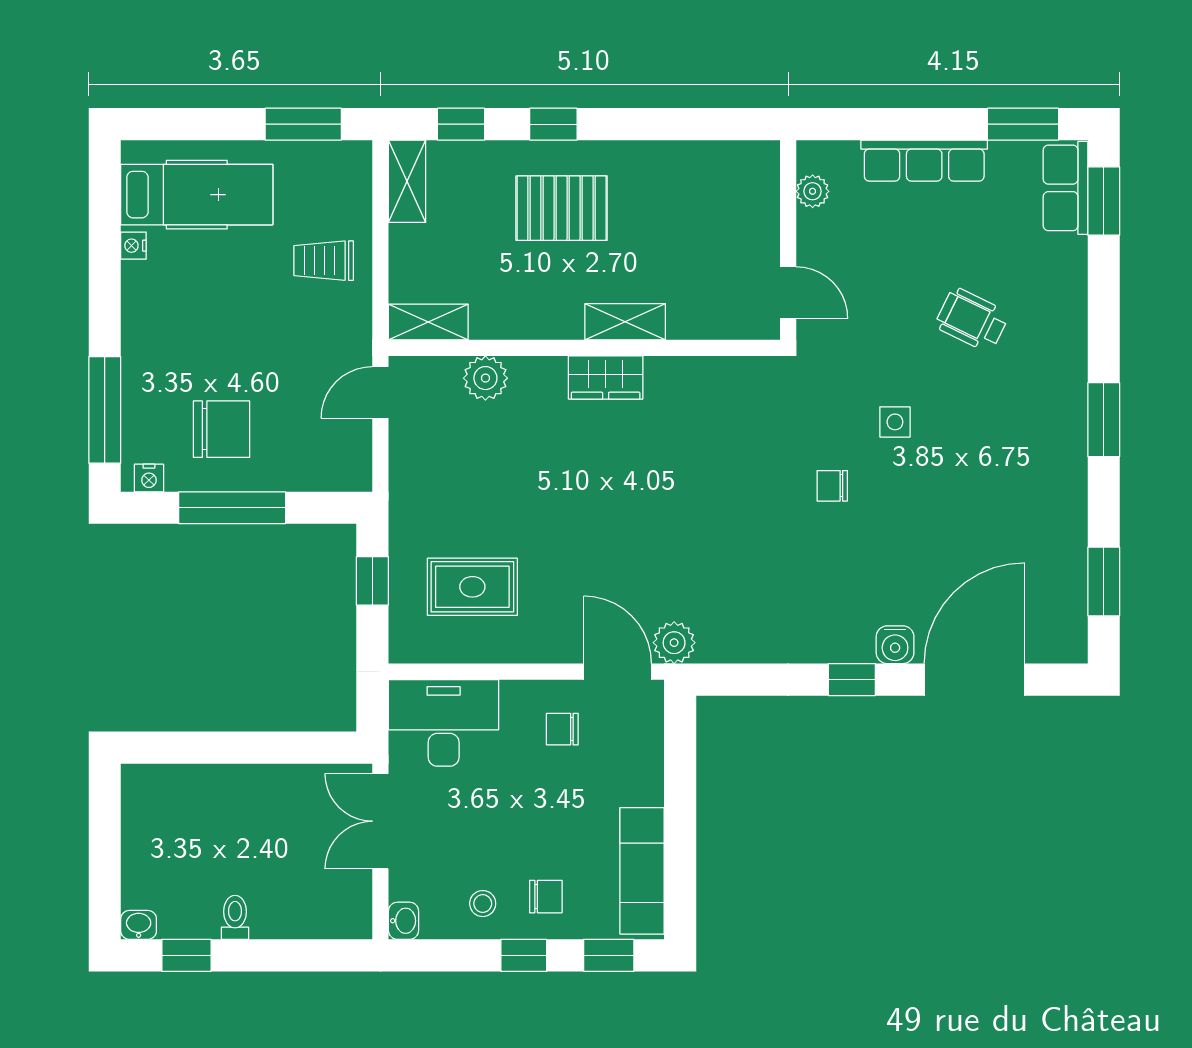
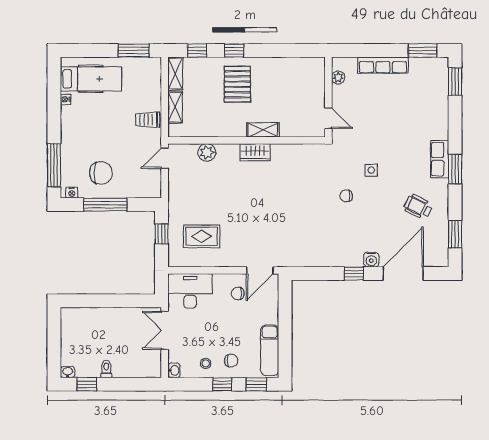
row of seats: (1066, 188) -> (440, 159), moved
pallet: (562, 208) -> (237, 84), turned 90
trolley: (324, 261) -> (148, 120), moved
wheelchair: (972, 320) -> (418, 207), moved
shelving: (428, 322) -> (175, 107), moved, turned 90
plant: (674, 643) -> (283, 259), removed
door: (618, 672) -> (260, 270), swing flipped

